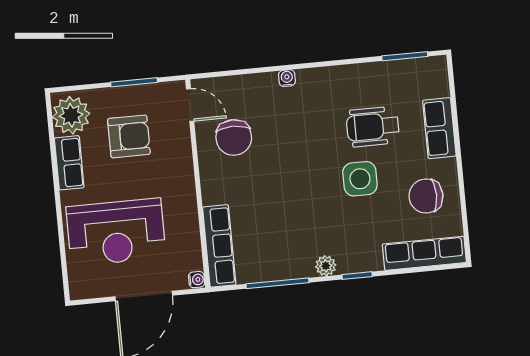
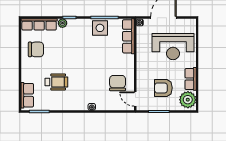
row of seats: (439, 128) -> (27, 95), moved
side table: (360, 179) -> (100, 28), moved
reception desk: (116, 232) -> (173, 47), turned 180
plant: (326, 266) -> (62, 23), moved

